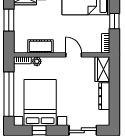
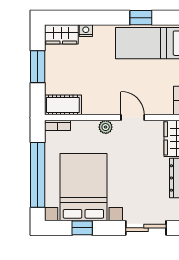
cot: (40, 46) -> (63, 105), moved
plant: (37, 61) -> (106, 127), moved

